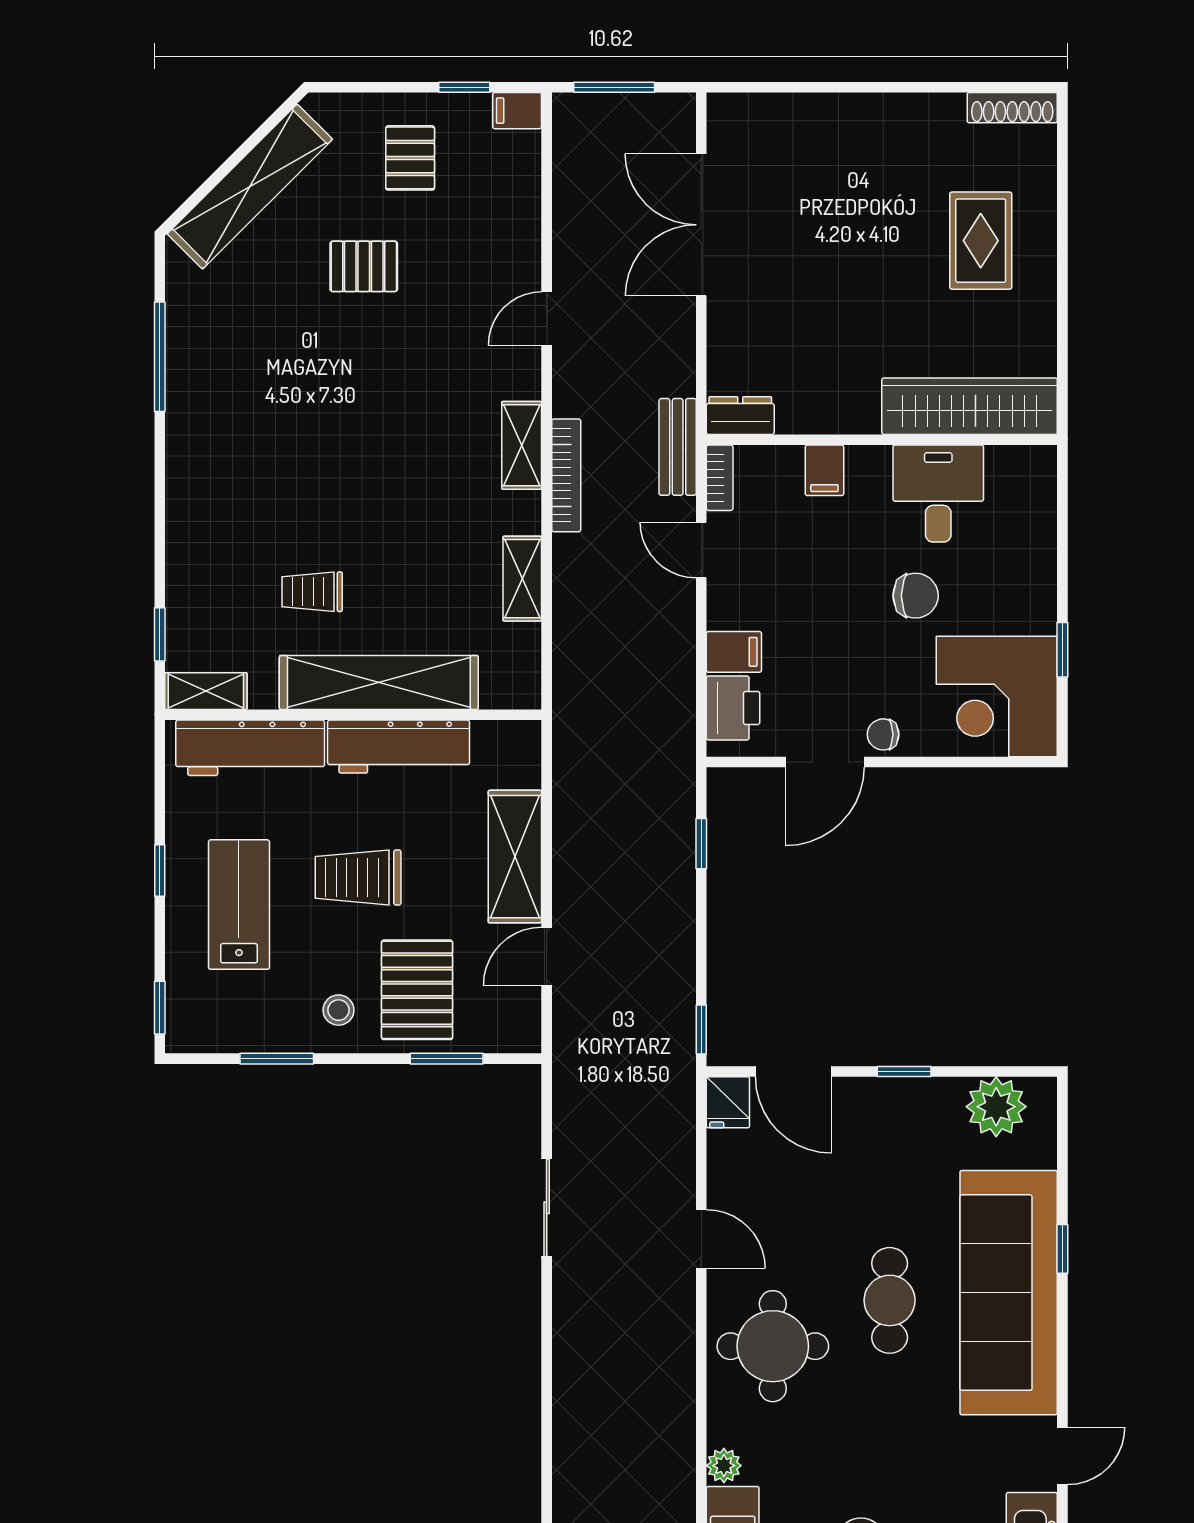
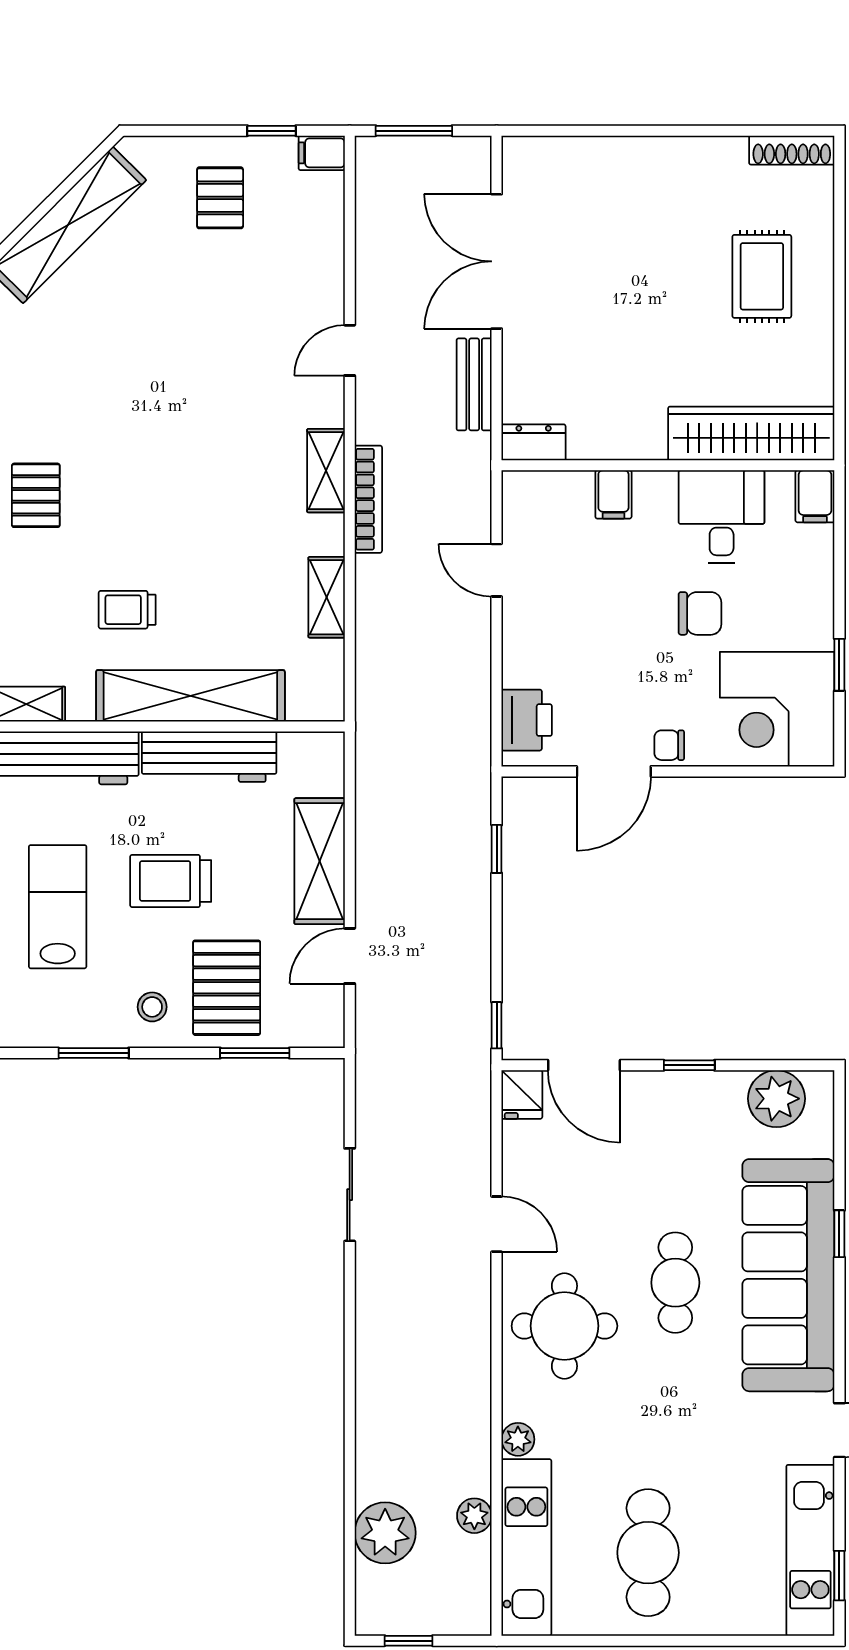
pallet: (364, 266) -> (36, 495), moved, turned 90
bench: (678, 447) -> (474, 384), moved
bookcase: (720, 478) -> (514, 501), removed
filing cabinet: (734, 652) -> (815, 496), moved, turned 90

